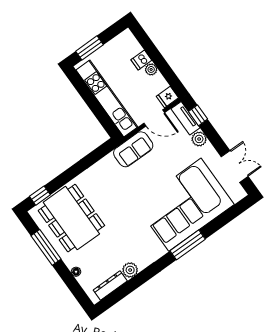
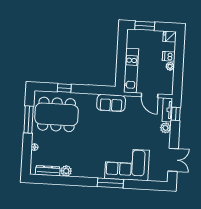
fridge: (167, 97) -> (170, 37), moved
kitchen unit: (107, 98) -> (131, 71), width x0.73
sofa: (133, 149) -> (111, 103), moved
window: (40, 196) -> (64, 88), moved
corner sofa: (185, 205) -> (127, 164), width x0.73, depth x0.74
dining table: (71, 218) -> (57, 114), turned 90

